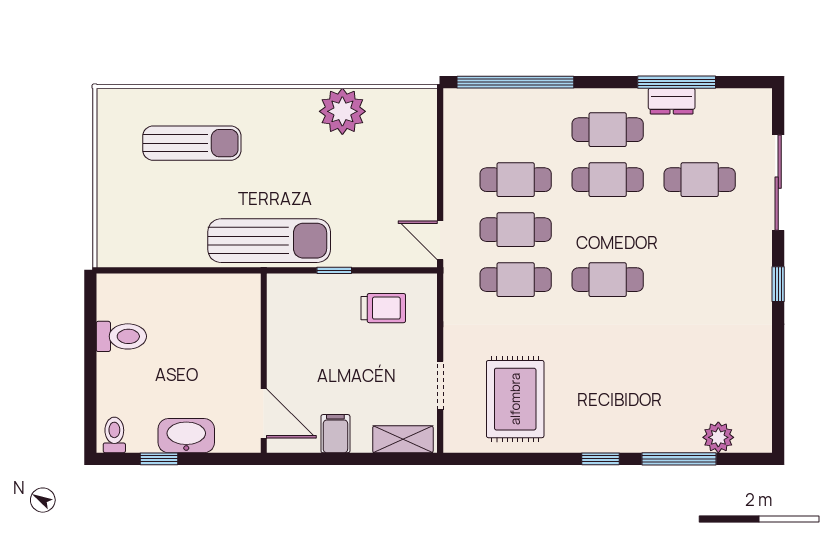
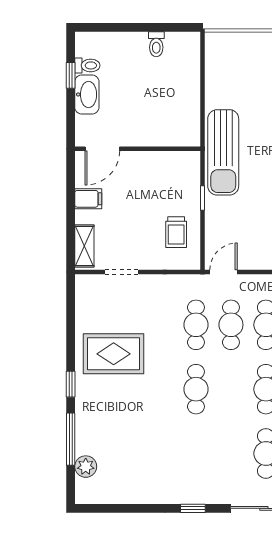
toilet: (121, 336) -> (156, 44), width x0.73, depth x0.72
rug: (515, 399) -> (114, 354), moved
toilet: (114, 435) -> (87, 65), moved

